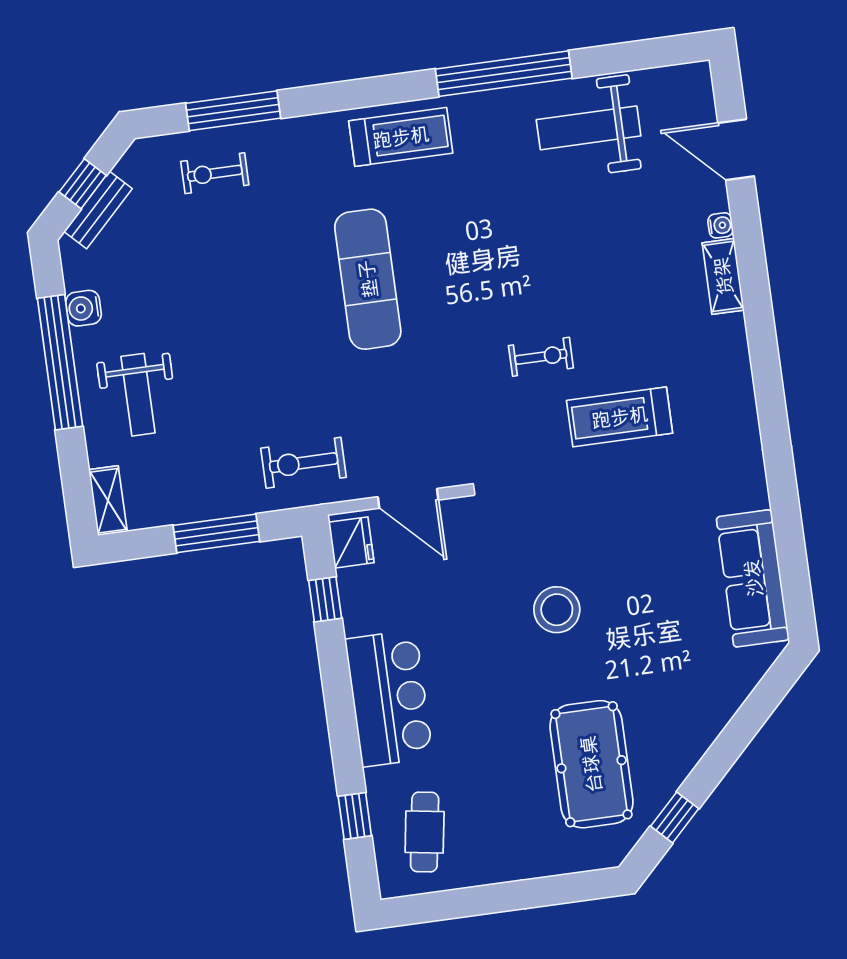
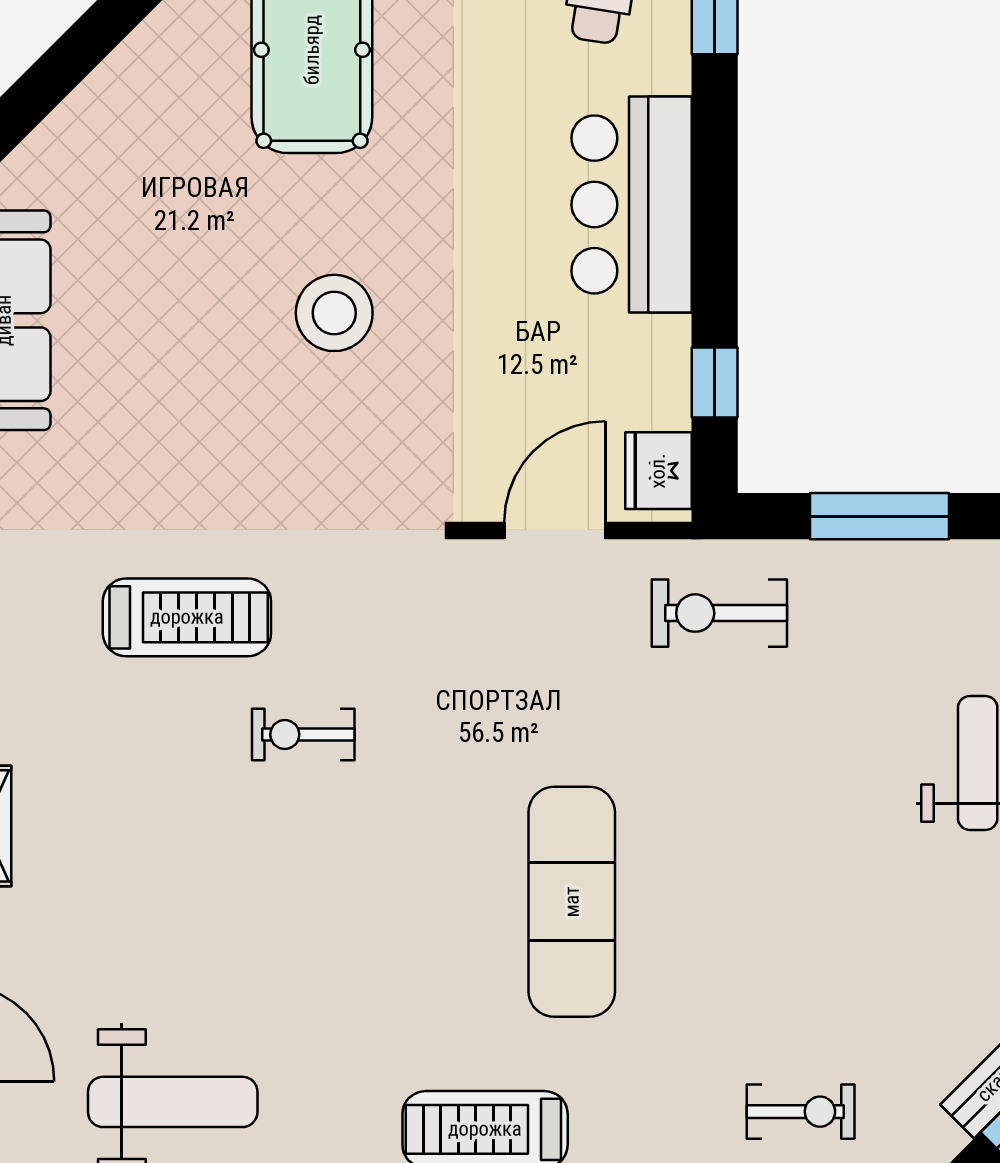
exercise bike: (304, 463) -> (719, 613), turned 180
door: (408, 498) -> (555, 530), hinge flipped

